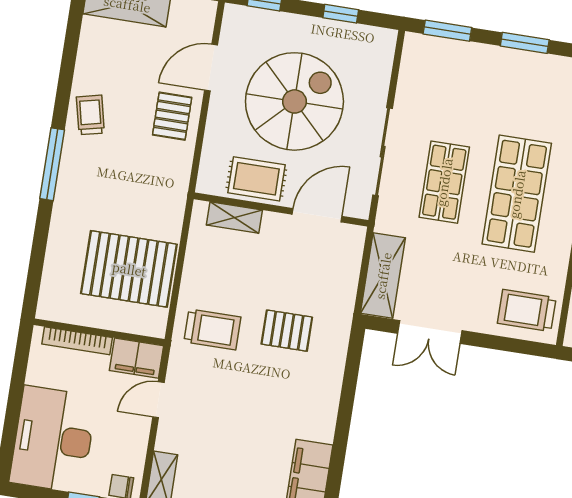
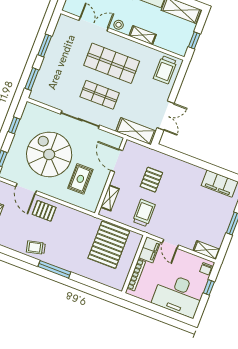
wall: (281, 210) -> (111, 176), moved
door: (317, 215) -> (117, 161), moved
shelving: (234, 218) -> (110, 198), moved

